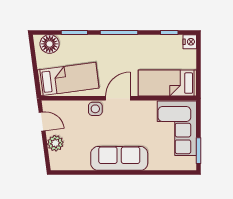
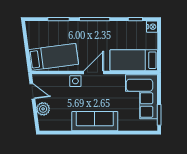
floor lamp: (50, 44) -> (38, 28), removed

